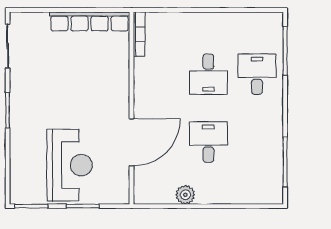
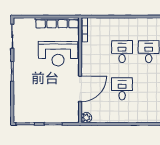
desk: (208, 74) -> (122, 52), turned 180
reception desk: (70, 165) -> (58, 54), moved, turned 90
plant: (185, 195) -> (86, 118), moved

